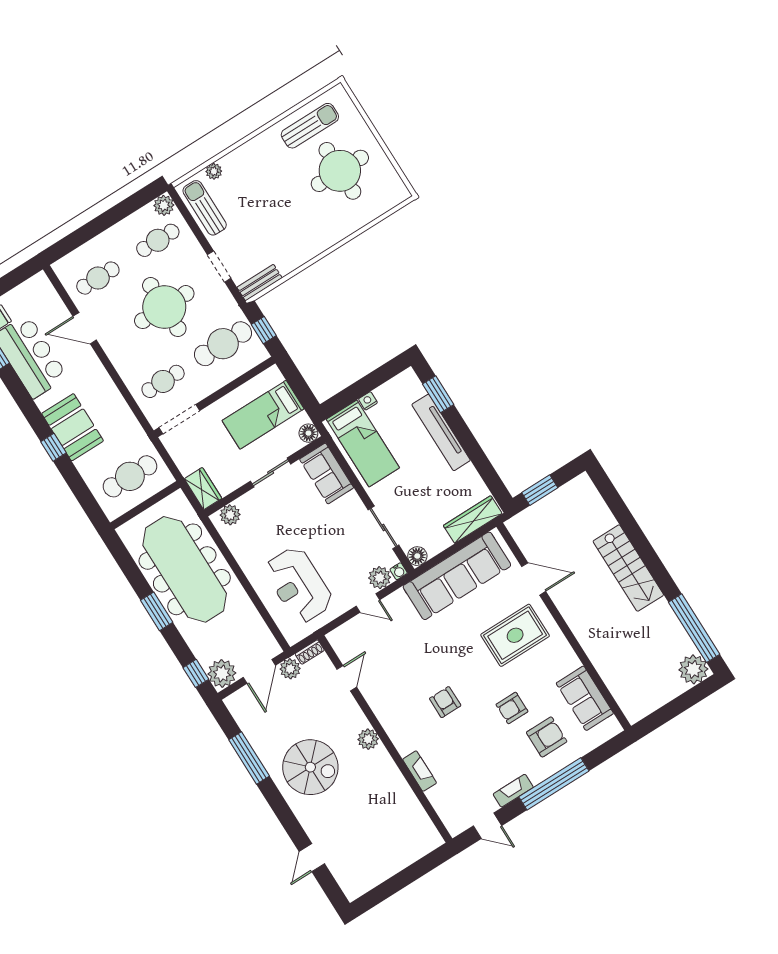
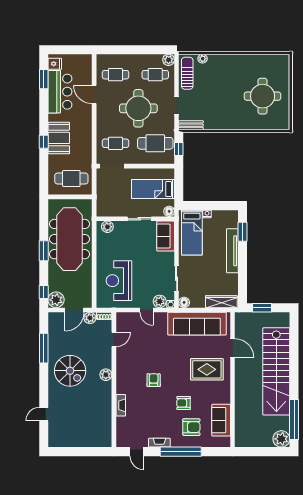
sun lounger: (310, 126) -> (262, 66), removed
wardrobe: (203, 489) -> (102, 206), removed
stairs: (628, 568) -> (276, 371), width x1.86, depth x1.51

